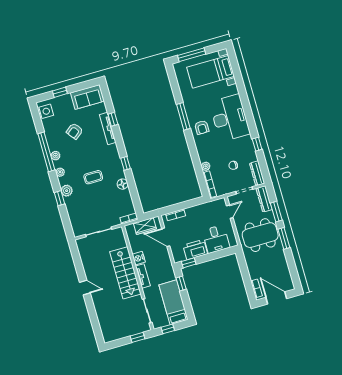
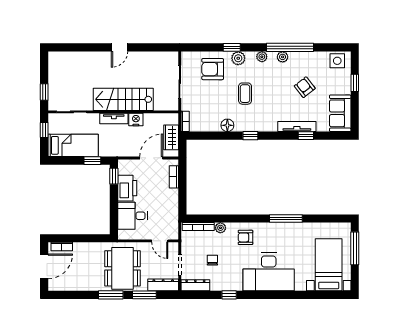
armchair: (202, 127) -> (245, 237), moved
armchair: (81, 209) -> (213, 69), added

